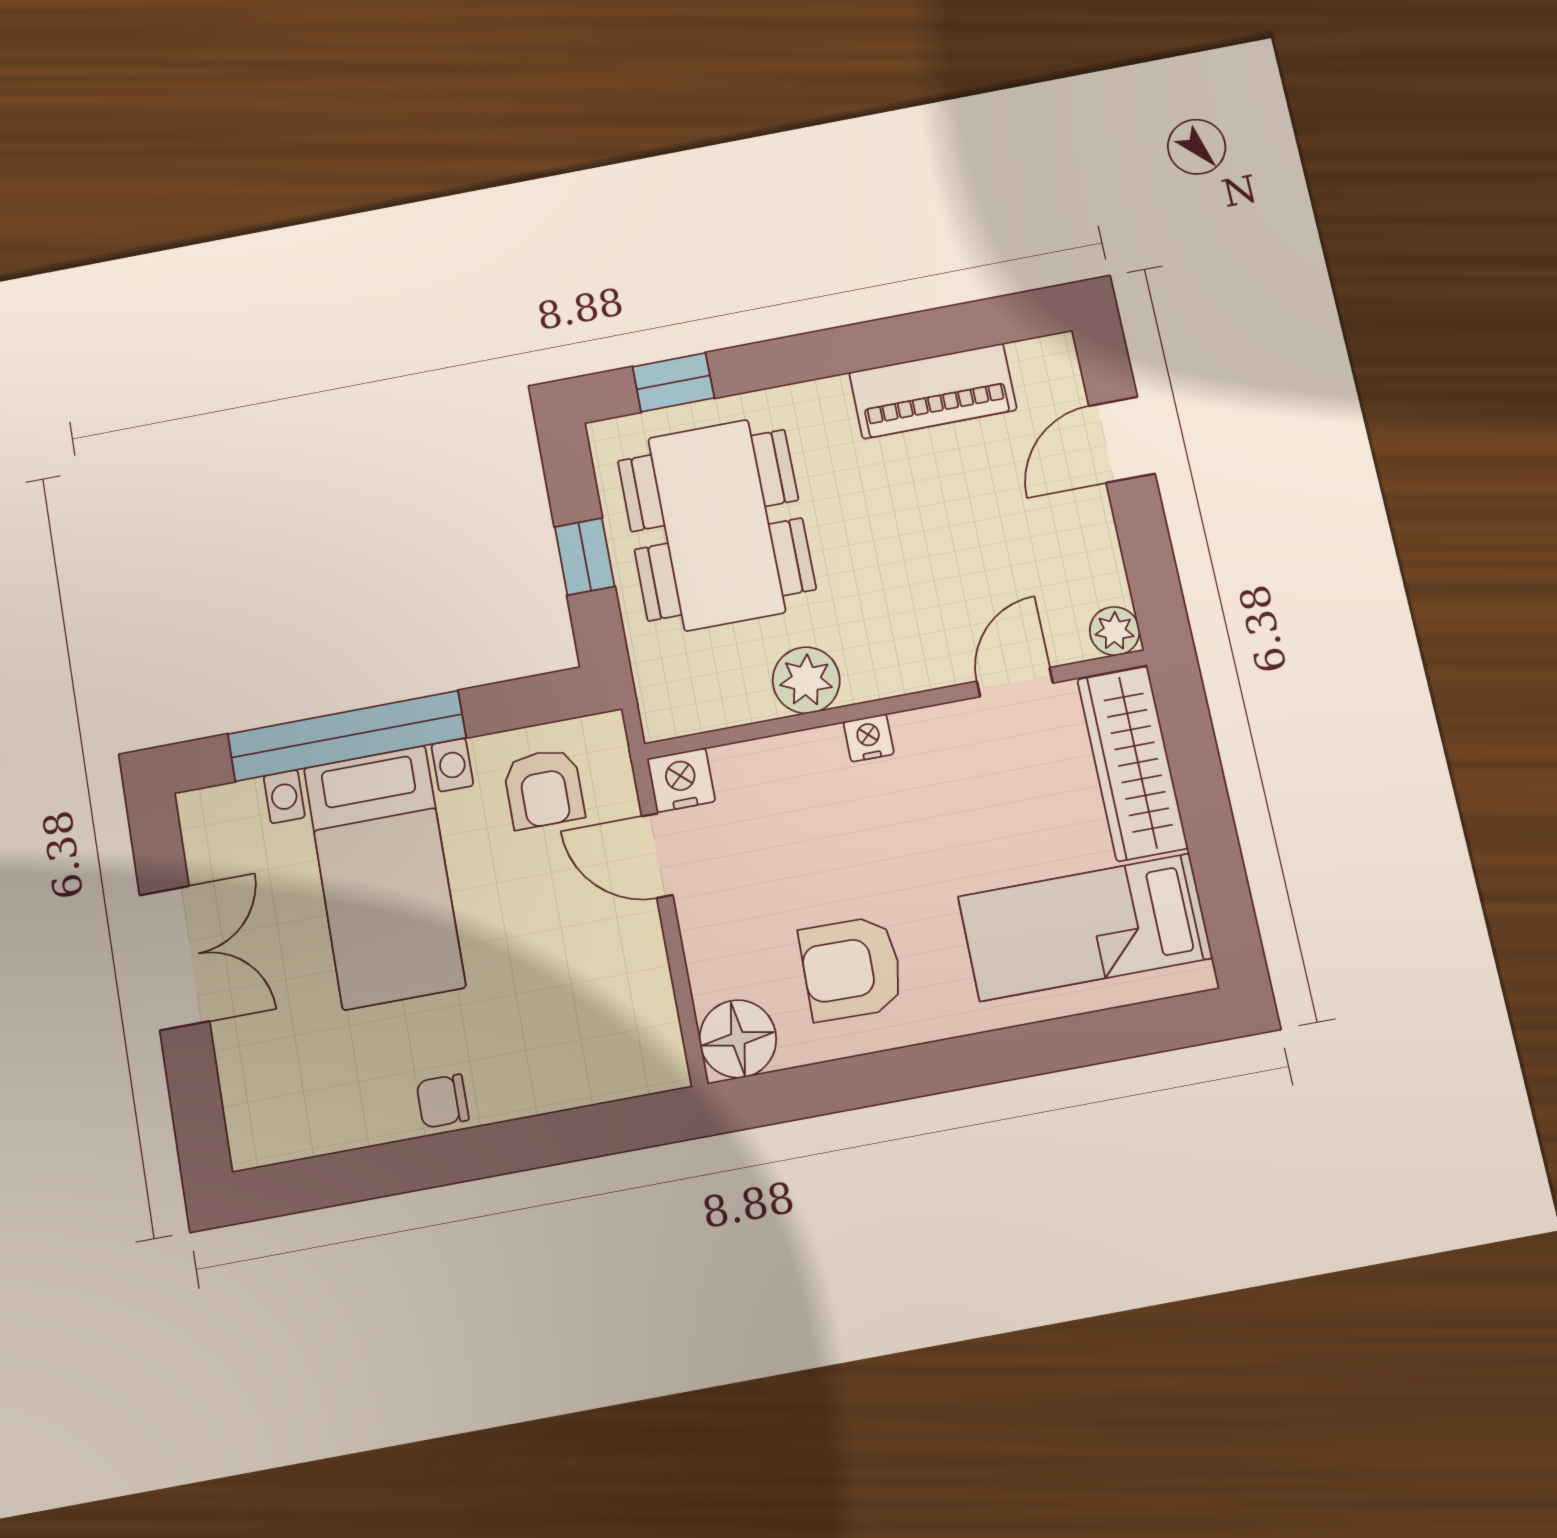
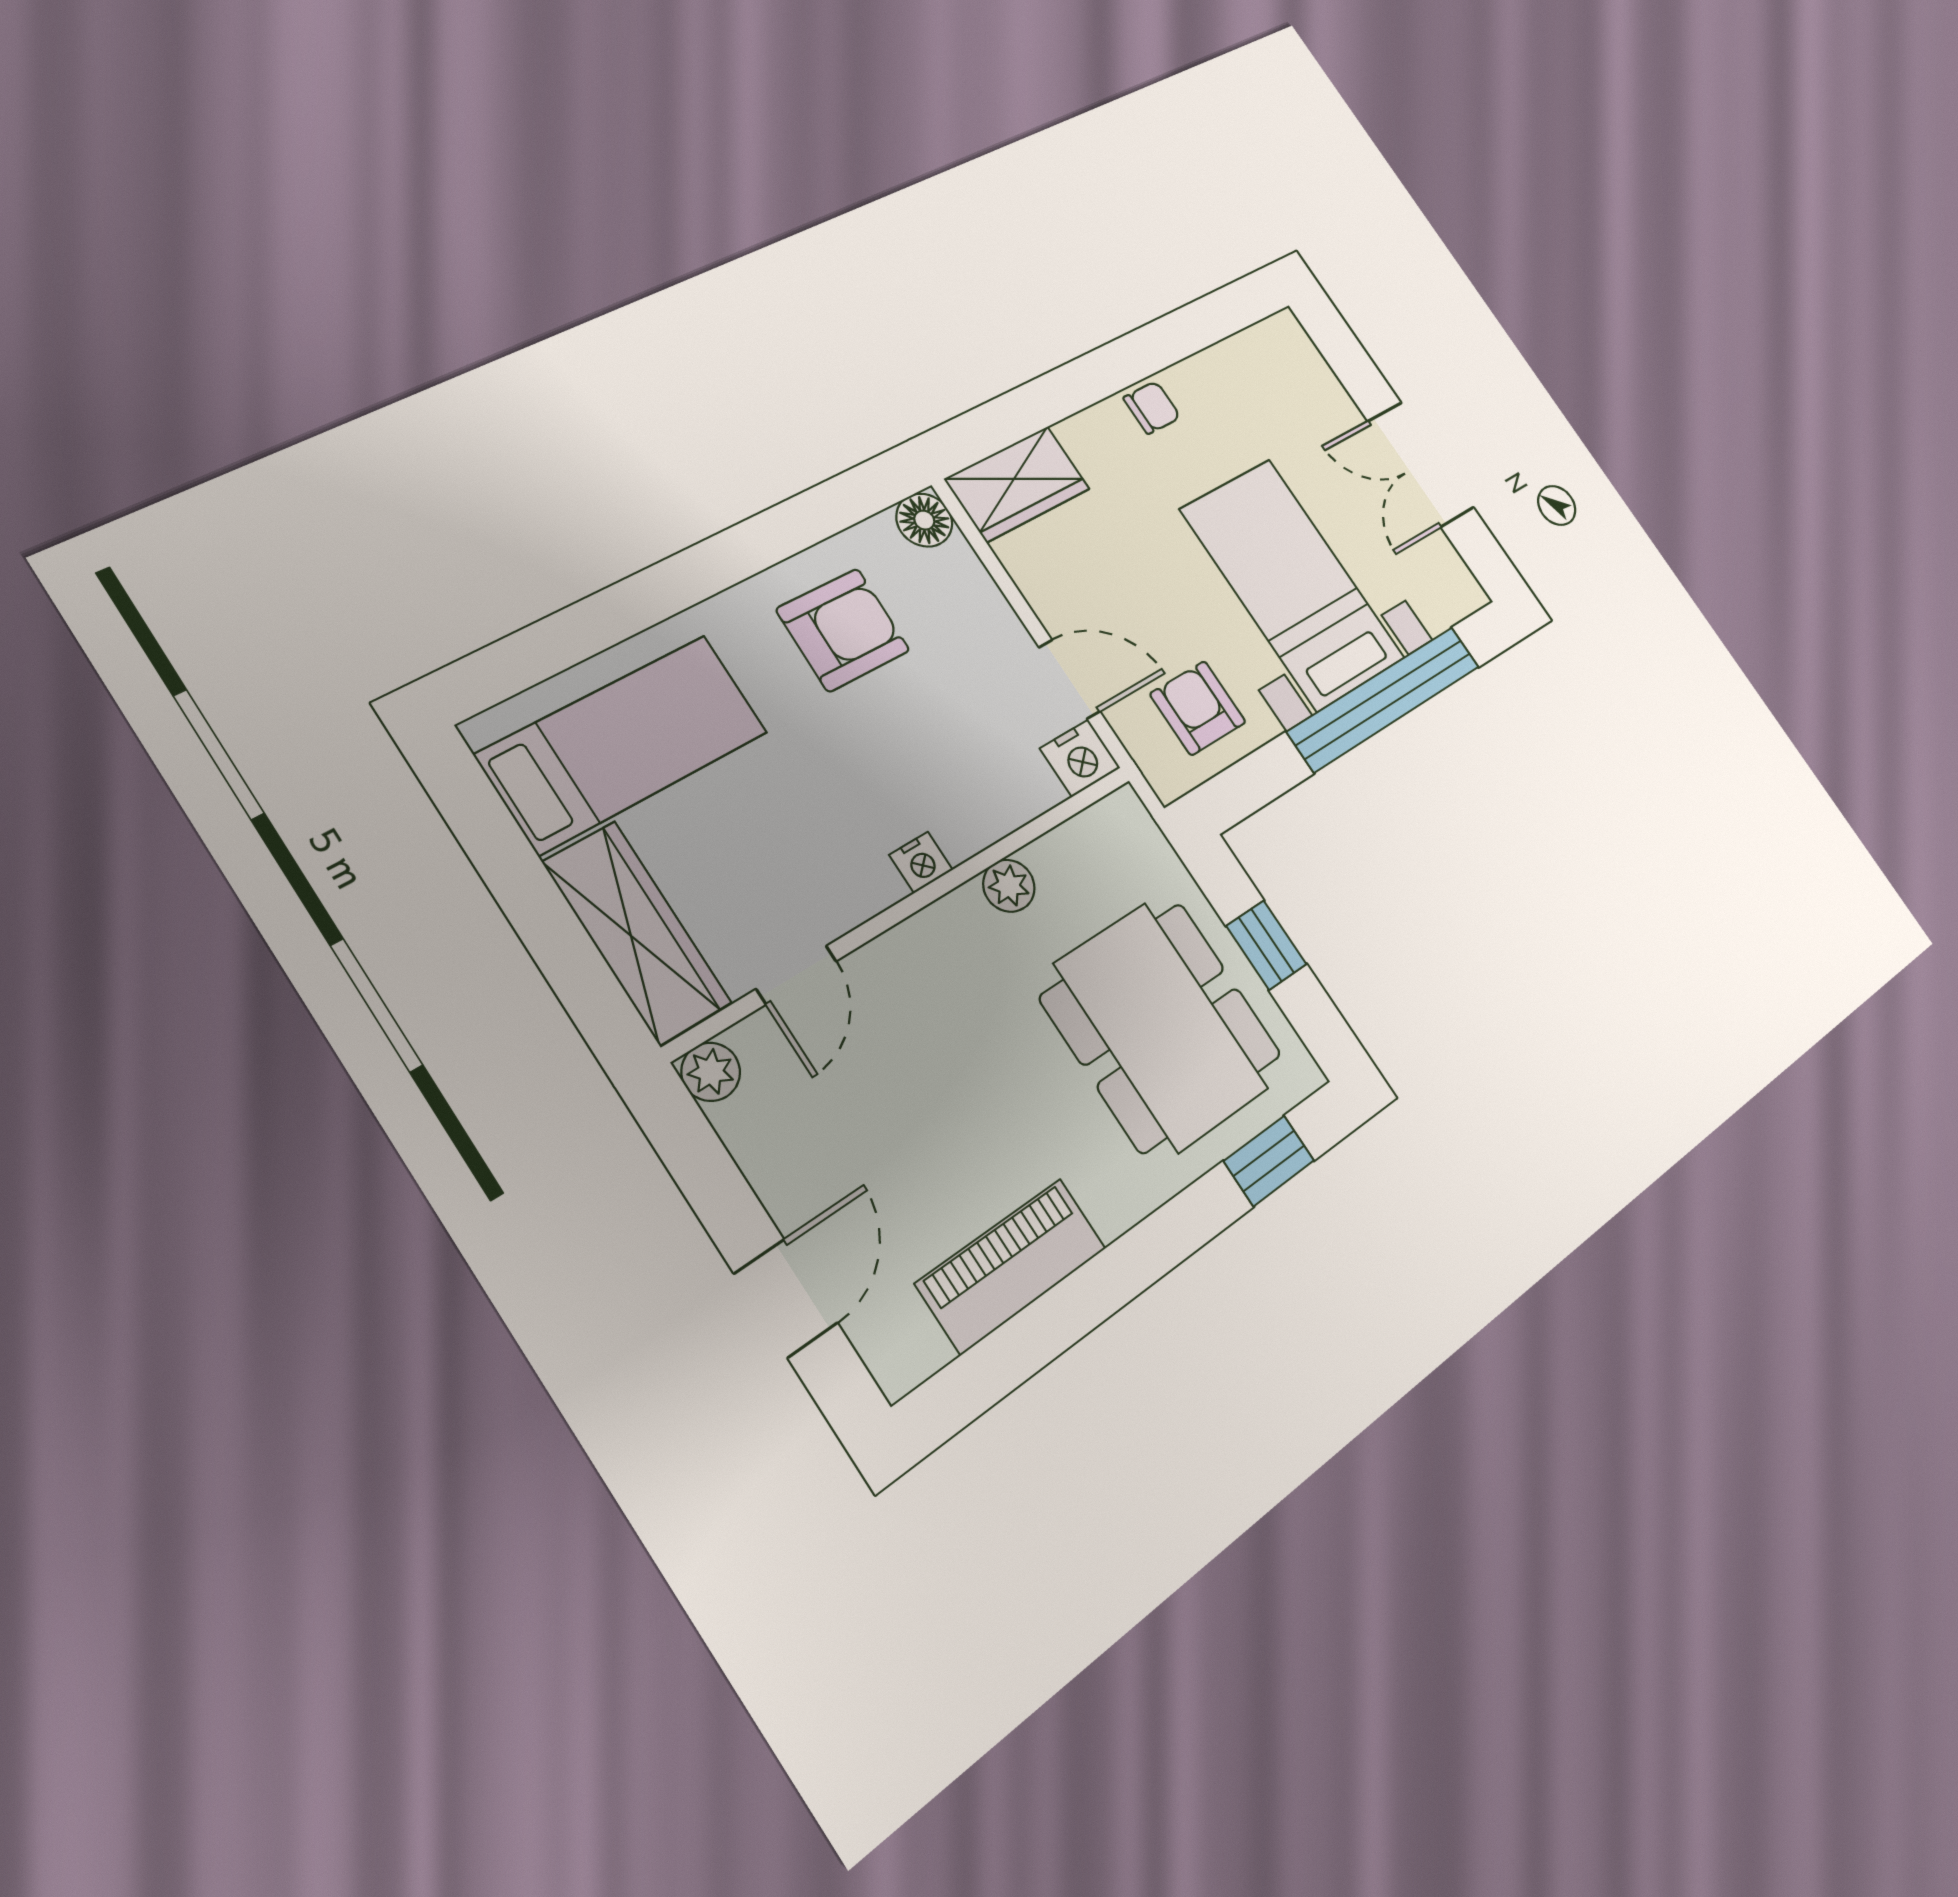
plant: (806, 680) -> (1009, 886), width x0.73, depth x0.73
floor lamp: (738, 1039) -> (924, 520), width x0.73, depth x0.73
wardrobe: (621, 1061) -> (1017, 484), added

